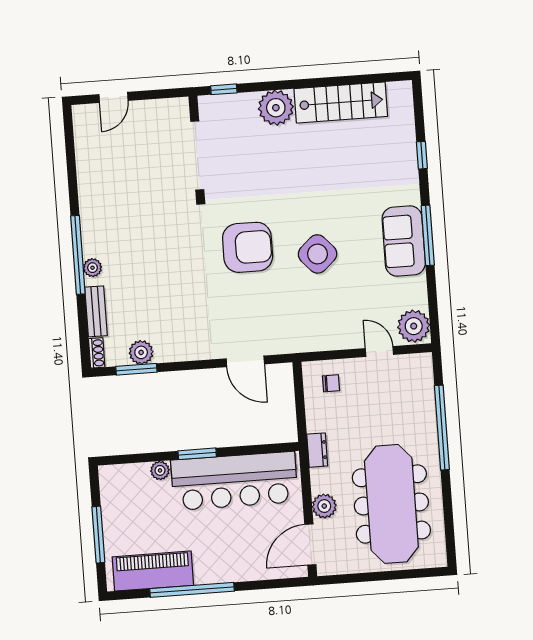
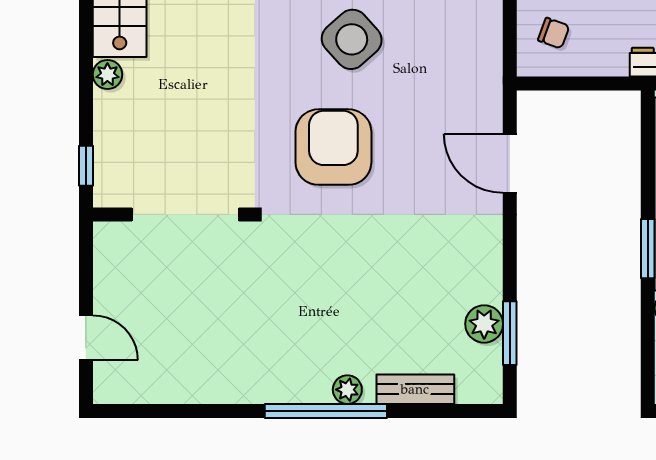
plant: (276, 108) -> (107, 74), width x0.53, depth x0.53
shoe rack: (97, 353) -> (480, 393), removed
door: (245, 361) -> (510, 163), swing flipped
chair: (331, 383) -> (554, 33), turned 110

